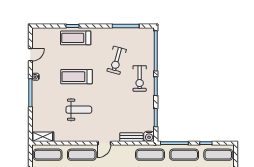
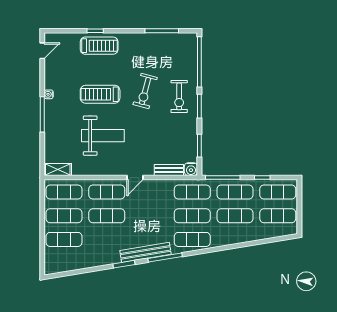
treadmill: (76, 38) -> (99, 46), turned 180
door: (30, 55) -> (42, 51), moved
exercise bike: (117, 60) -> (145, 91), moved
weight bench: (79, 110) -> (103, 136), width x1.36, depth x1.33

